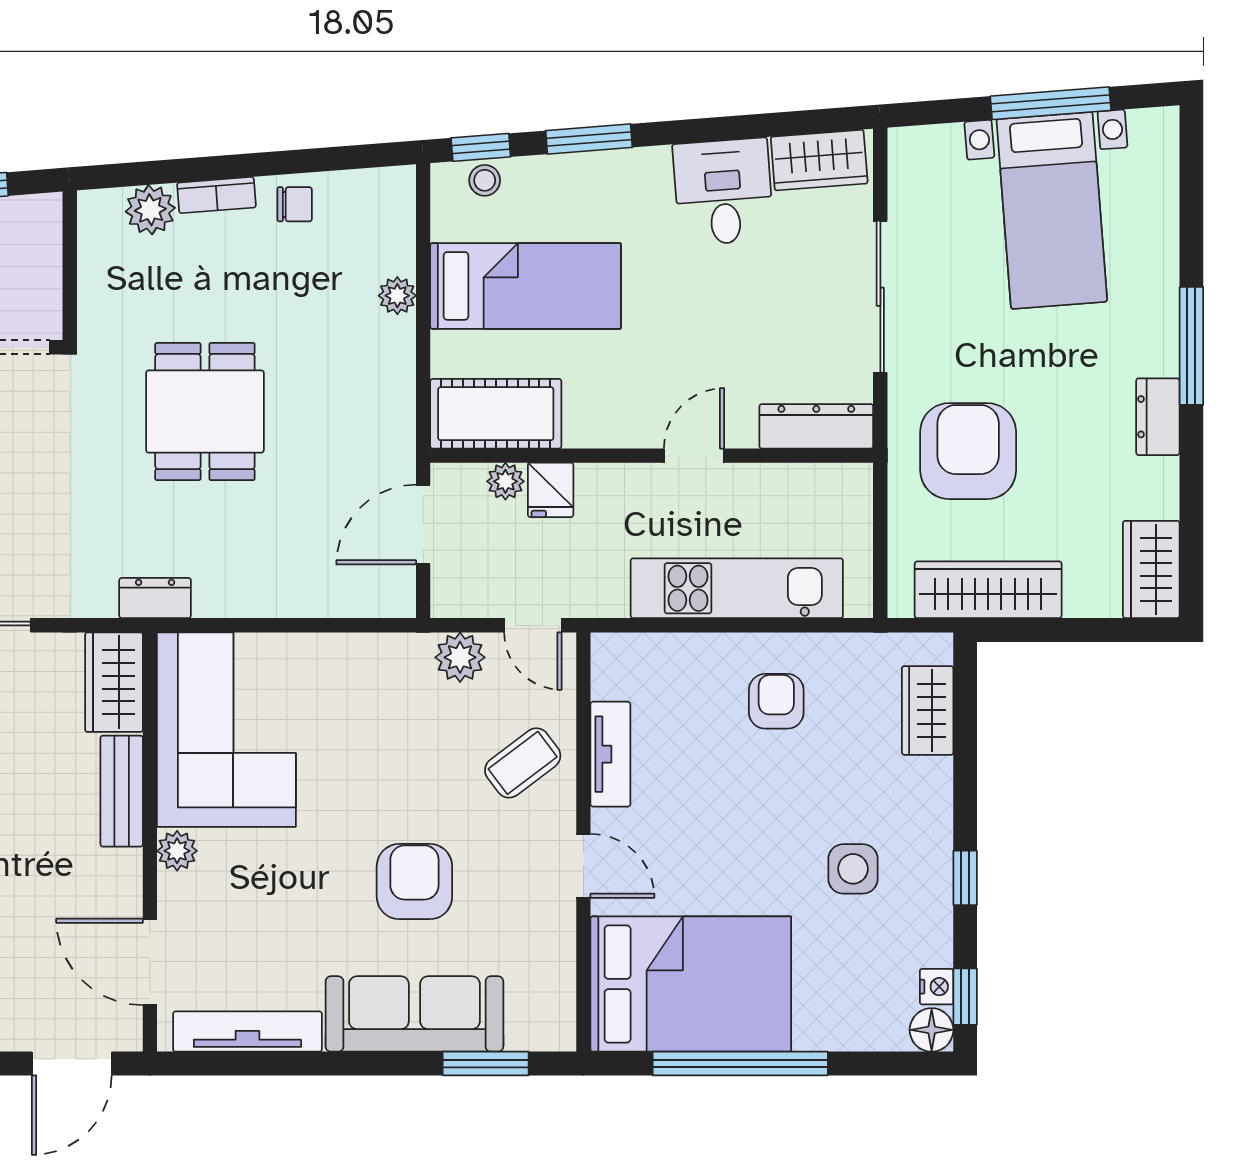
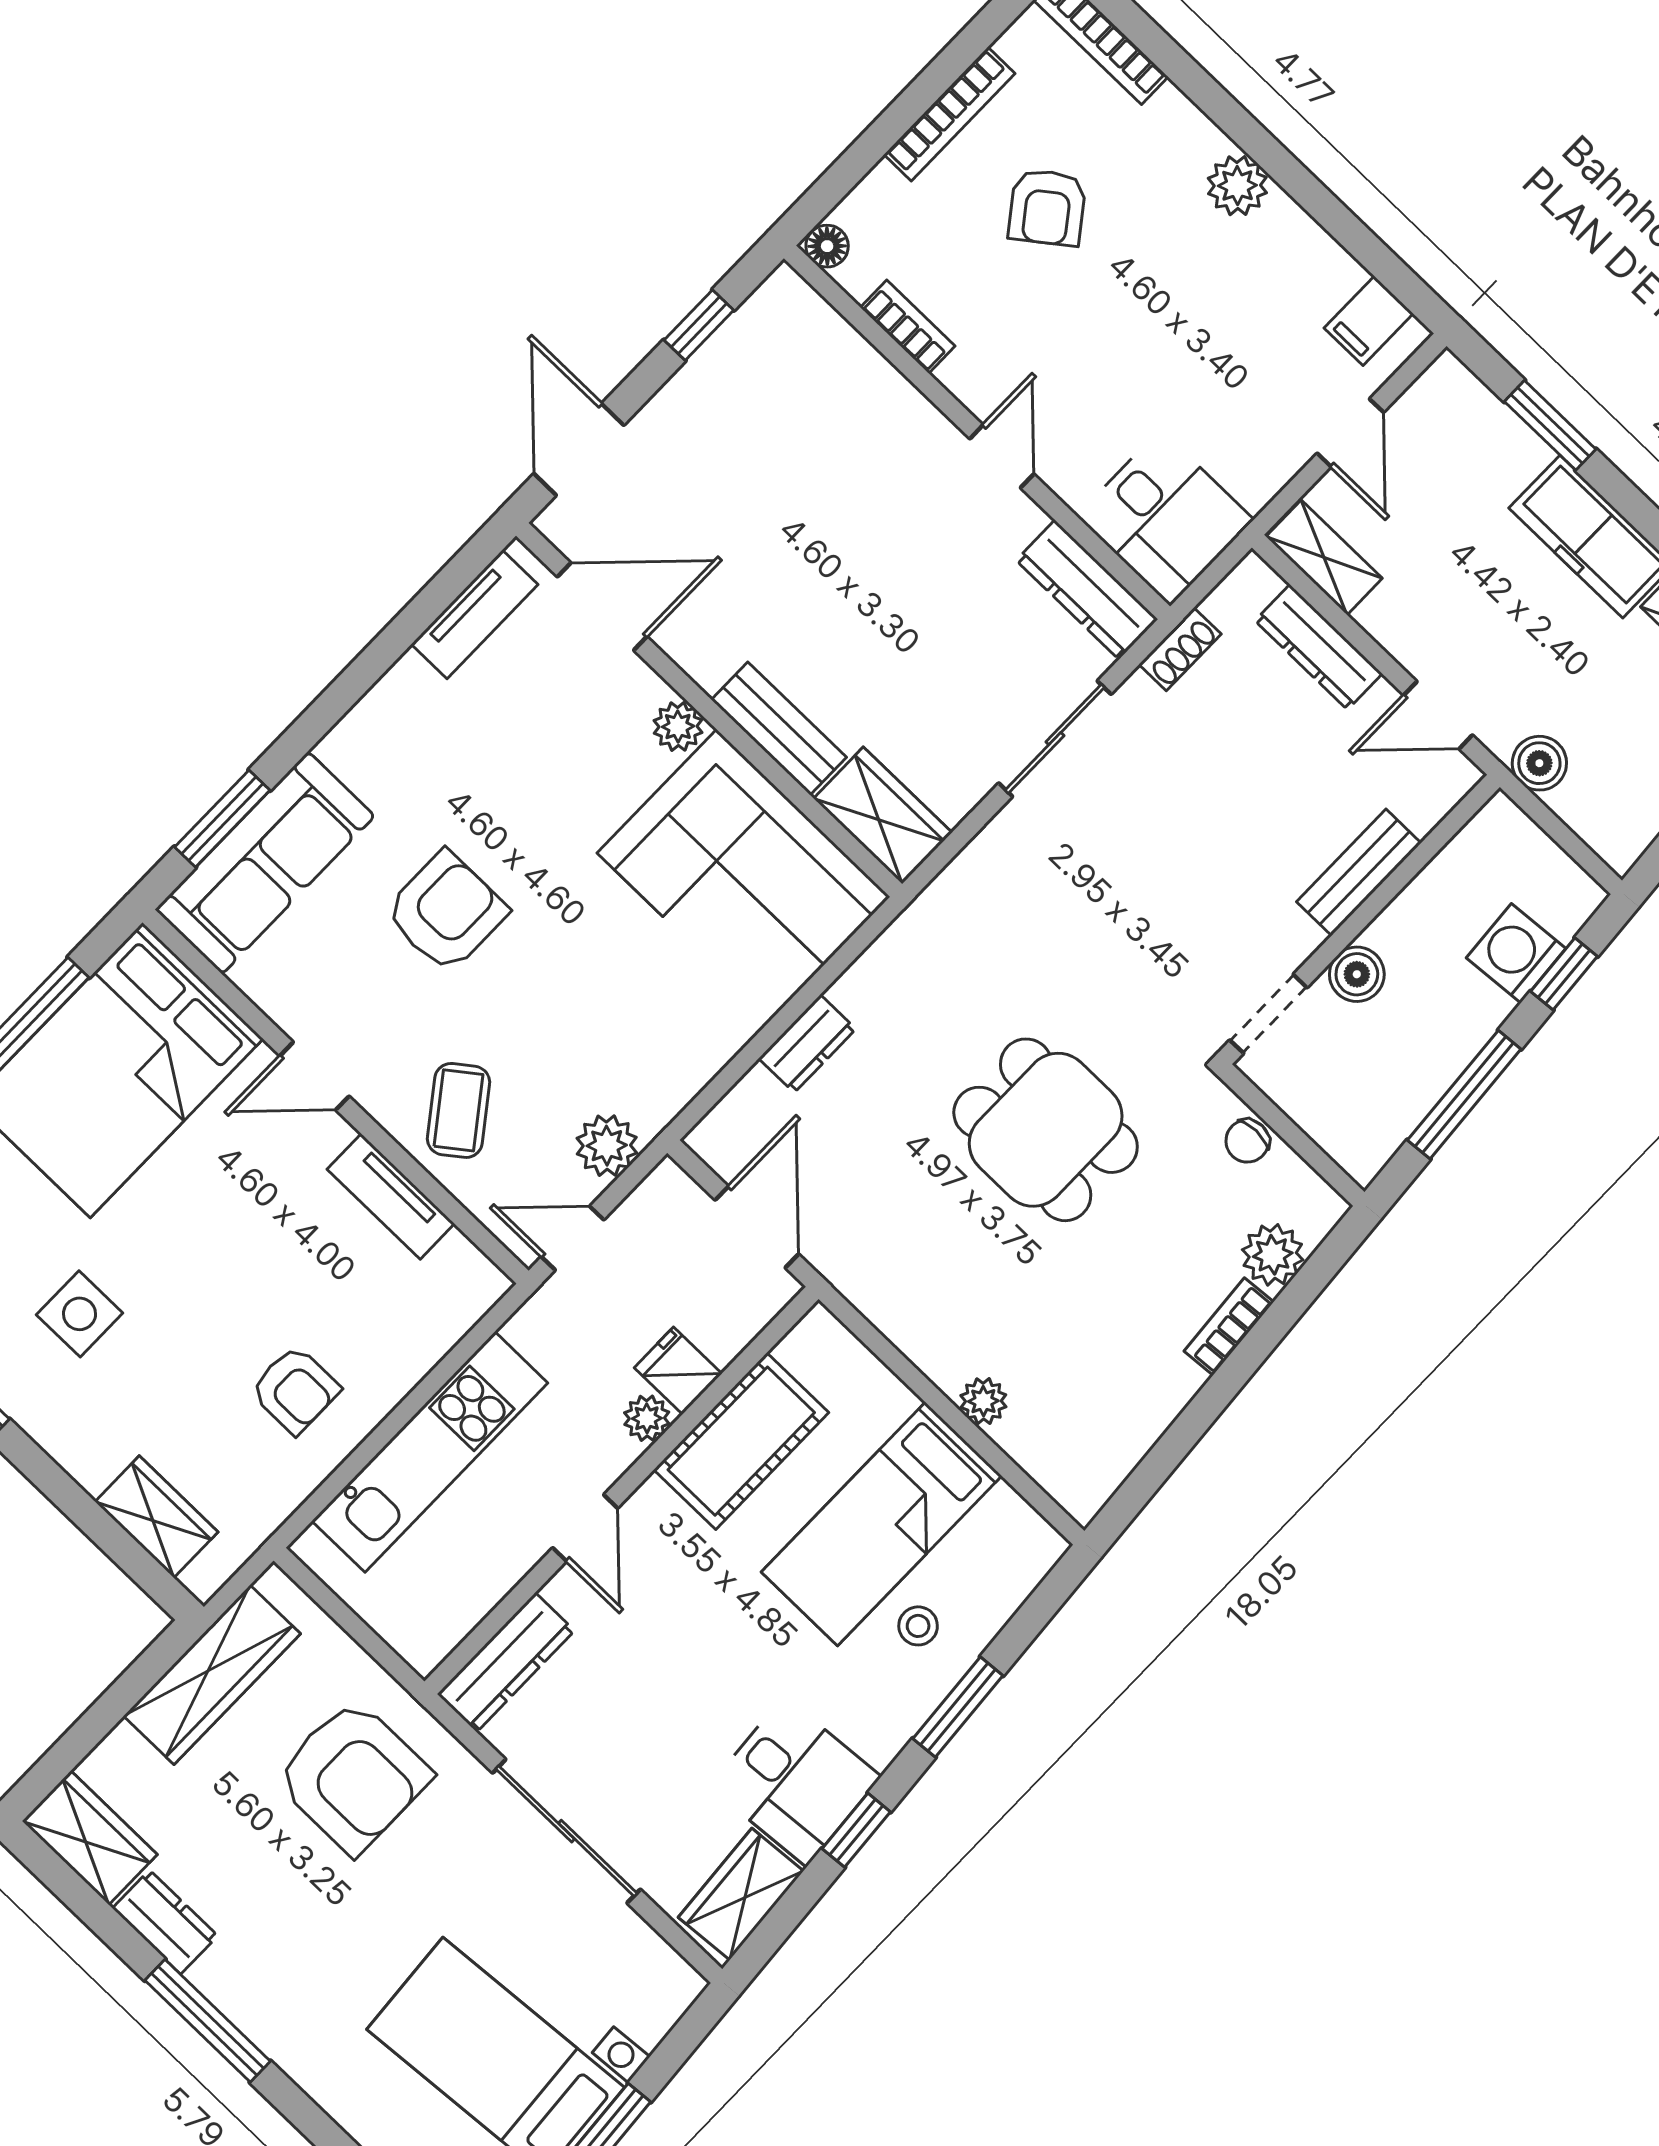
window: (481, 147) -> (856, 1830), moved
stool: (485, 180) -> (918, 1626), moved
chair: (295, 204) -> (1247, 1141), moved
window: (1191, 346) -> (208, 2021), moved
cot: (496, 414) -> (741, 1441), moved
dresser: (1158, 417) -> (165, 1922), moved
plant: (505, 481) -> (647, 1418), moved
dresser: (155, 598) -> (807, 1044), moved
armchair: (414, 882) -> (446, 912), turned -90
sofa: (414, 1014) -> (265, 863), moved
tv unit: (247, 1032) -> (475, 614), width x0.71

